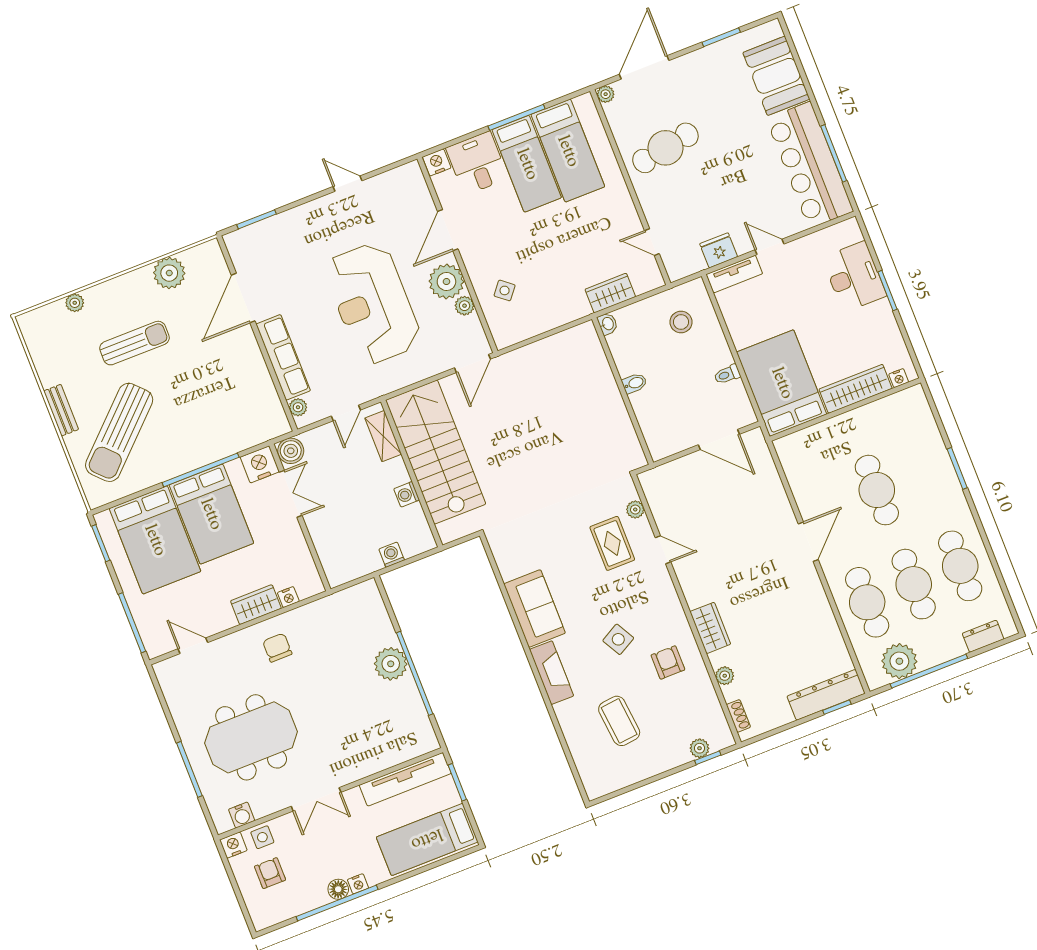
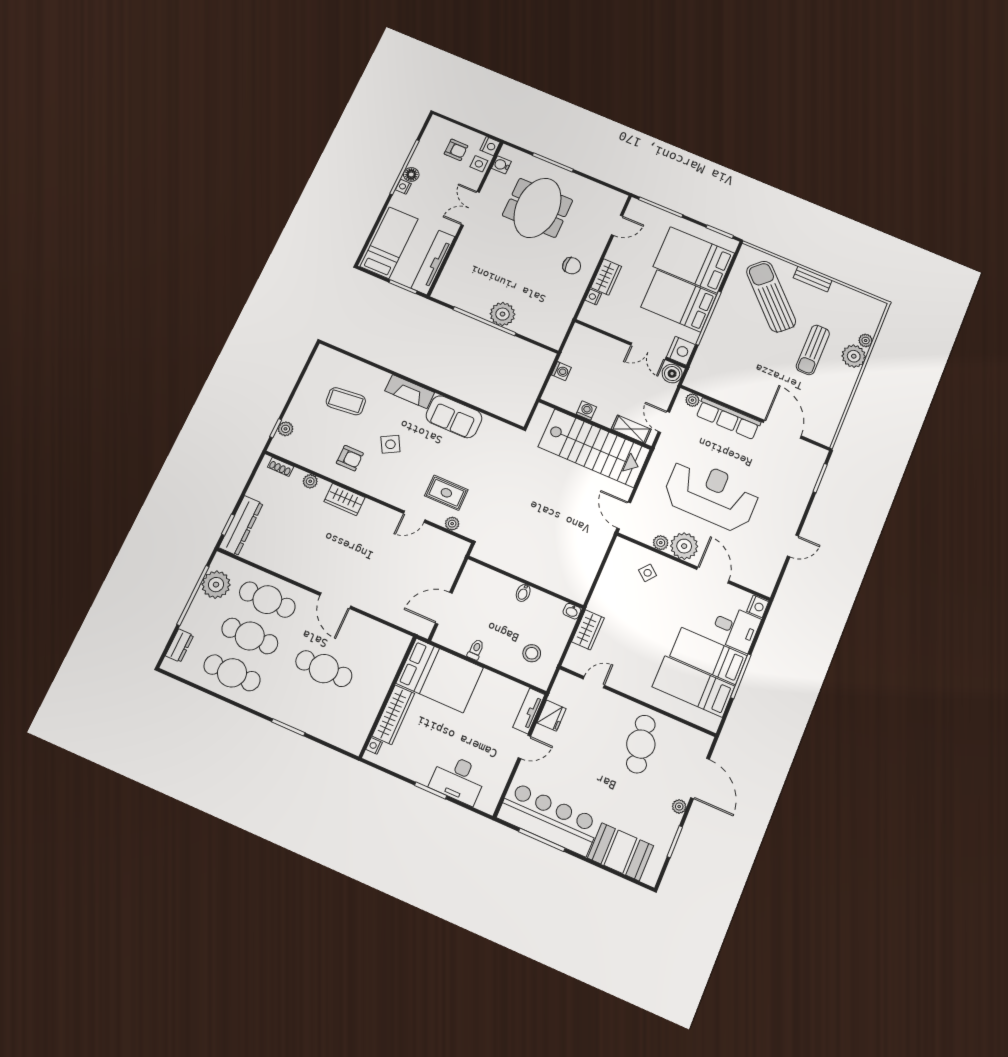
plant: (606, 94) -> (679, 807), moved
plant: (169, 273) -> (854, 356), moved

